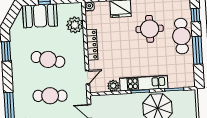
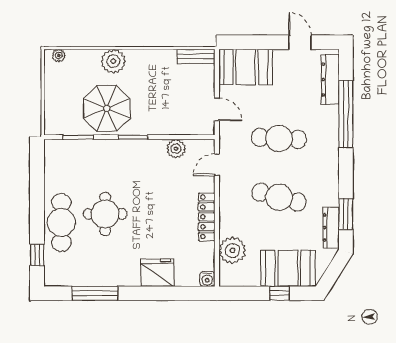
round table: (150, 29) -> (105, 214), moved
dresser: (15, 43) -> (331, 228), added
window: (197, 50) -> (37, 198), removed
kitchen unit: (144, 83) -> (127, 150), removed

